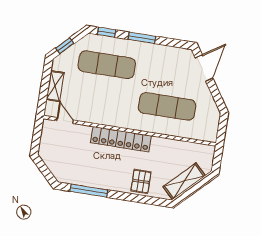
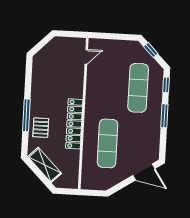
shelving: (55, 86) -> (115, 45), removed
locker: (121, 139) -> (74, 124), moved
pallet: (141, 181) -> (41, 128), turned 90
window: (89, 191) -> (26, 115), moved

